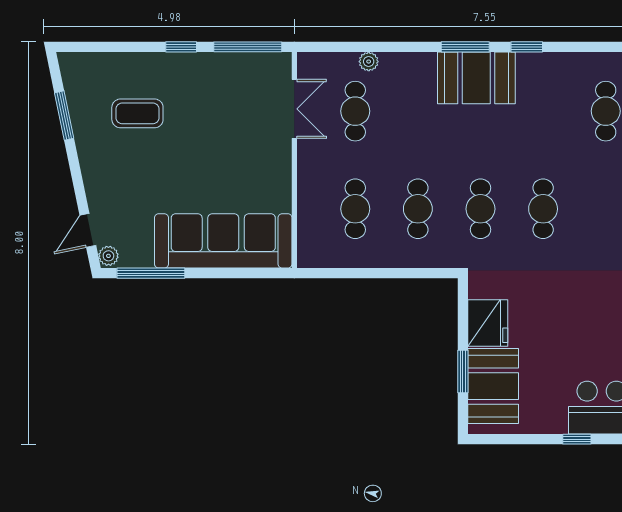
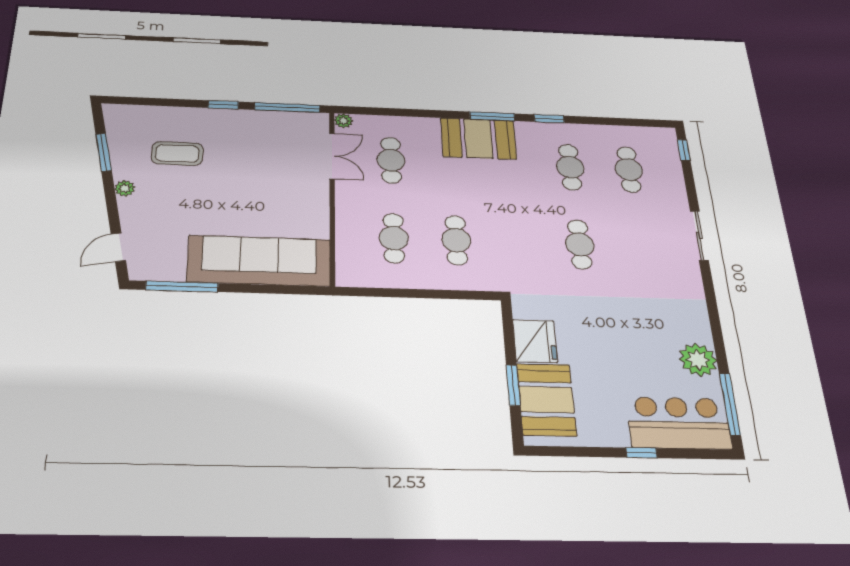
plant: (369, 62) -> (343, 121), moved
booth: (476, 78) -> (478, 138), moved
cafe table: (480, 209) -> (570, 167), moved
plant: (108, 256) -> (125, 188), moved

